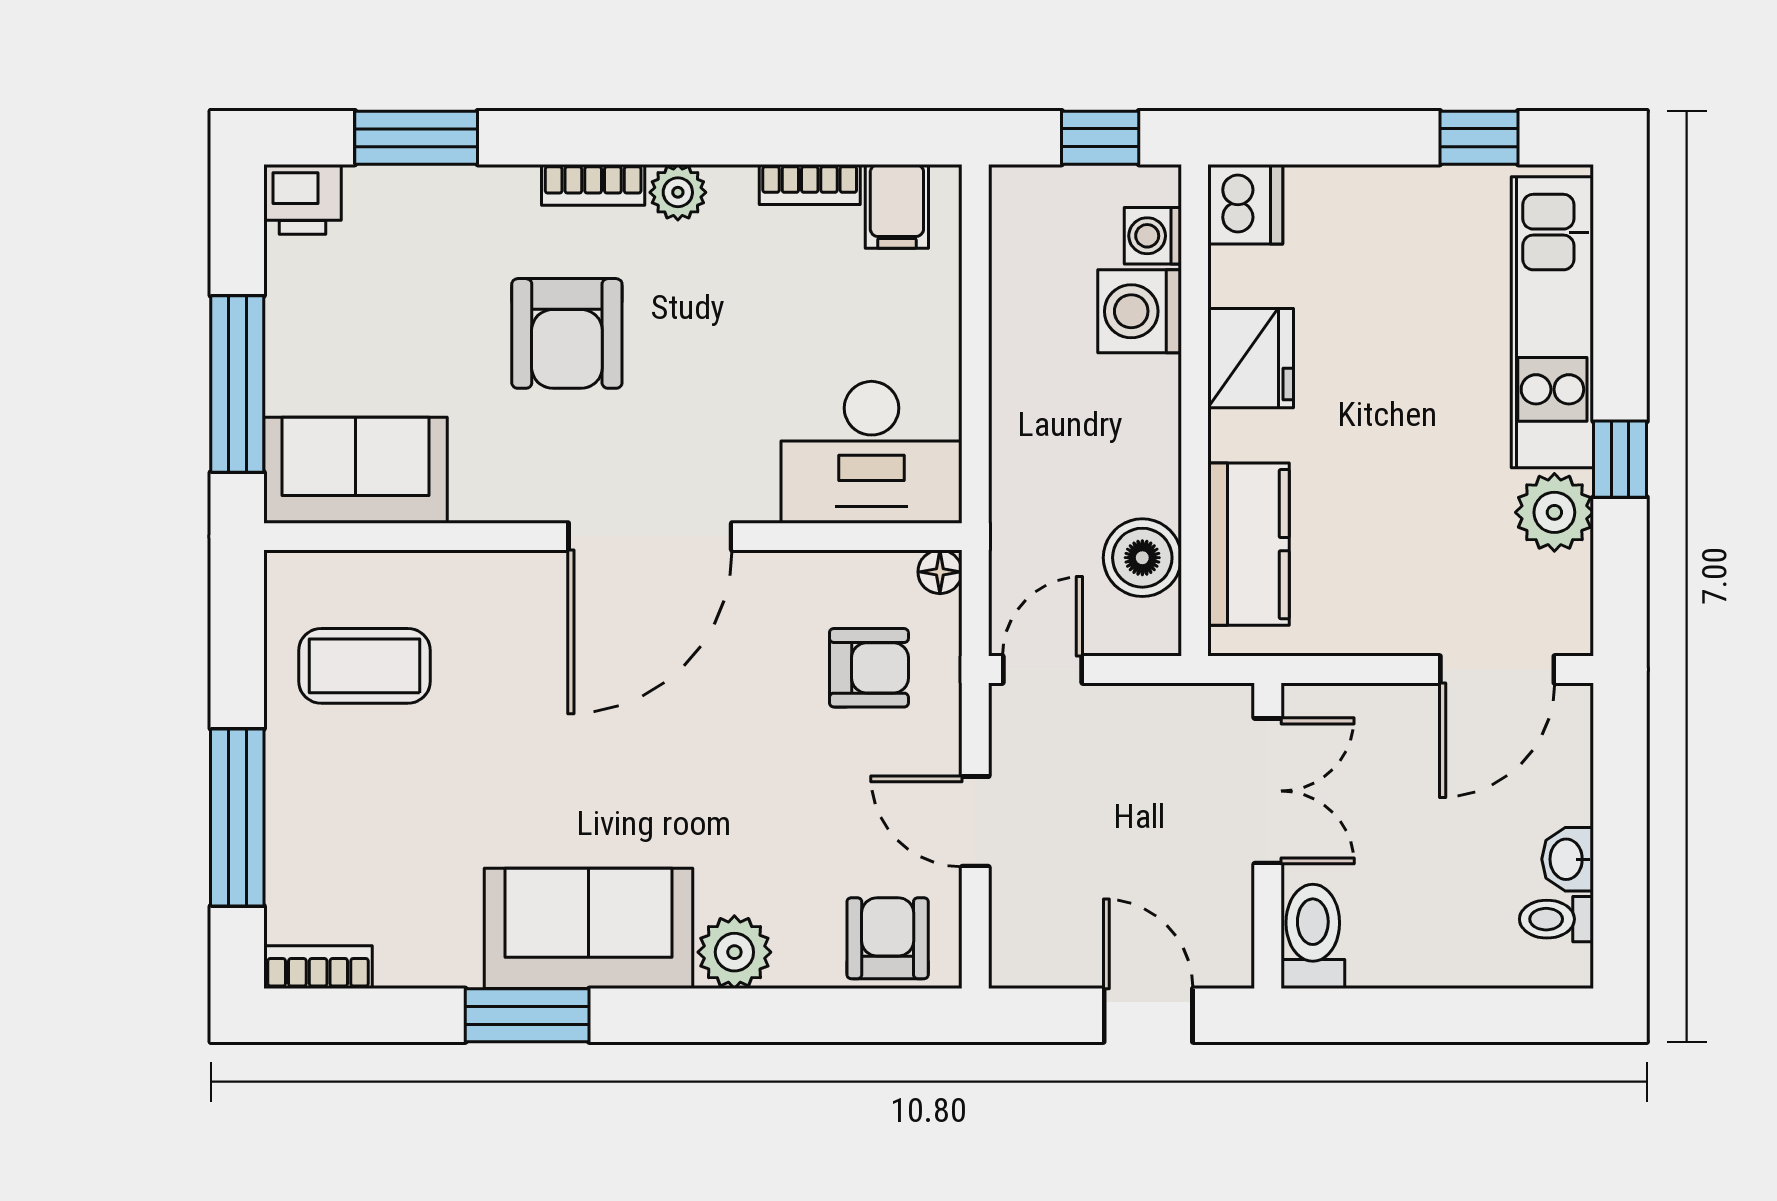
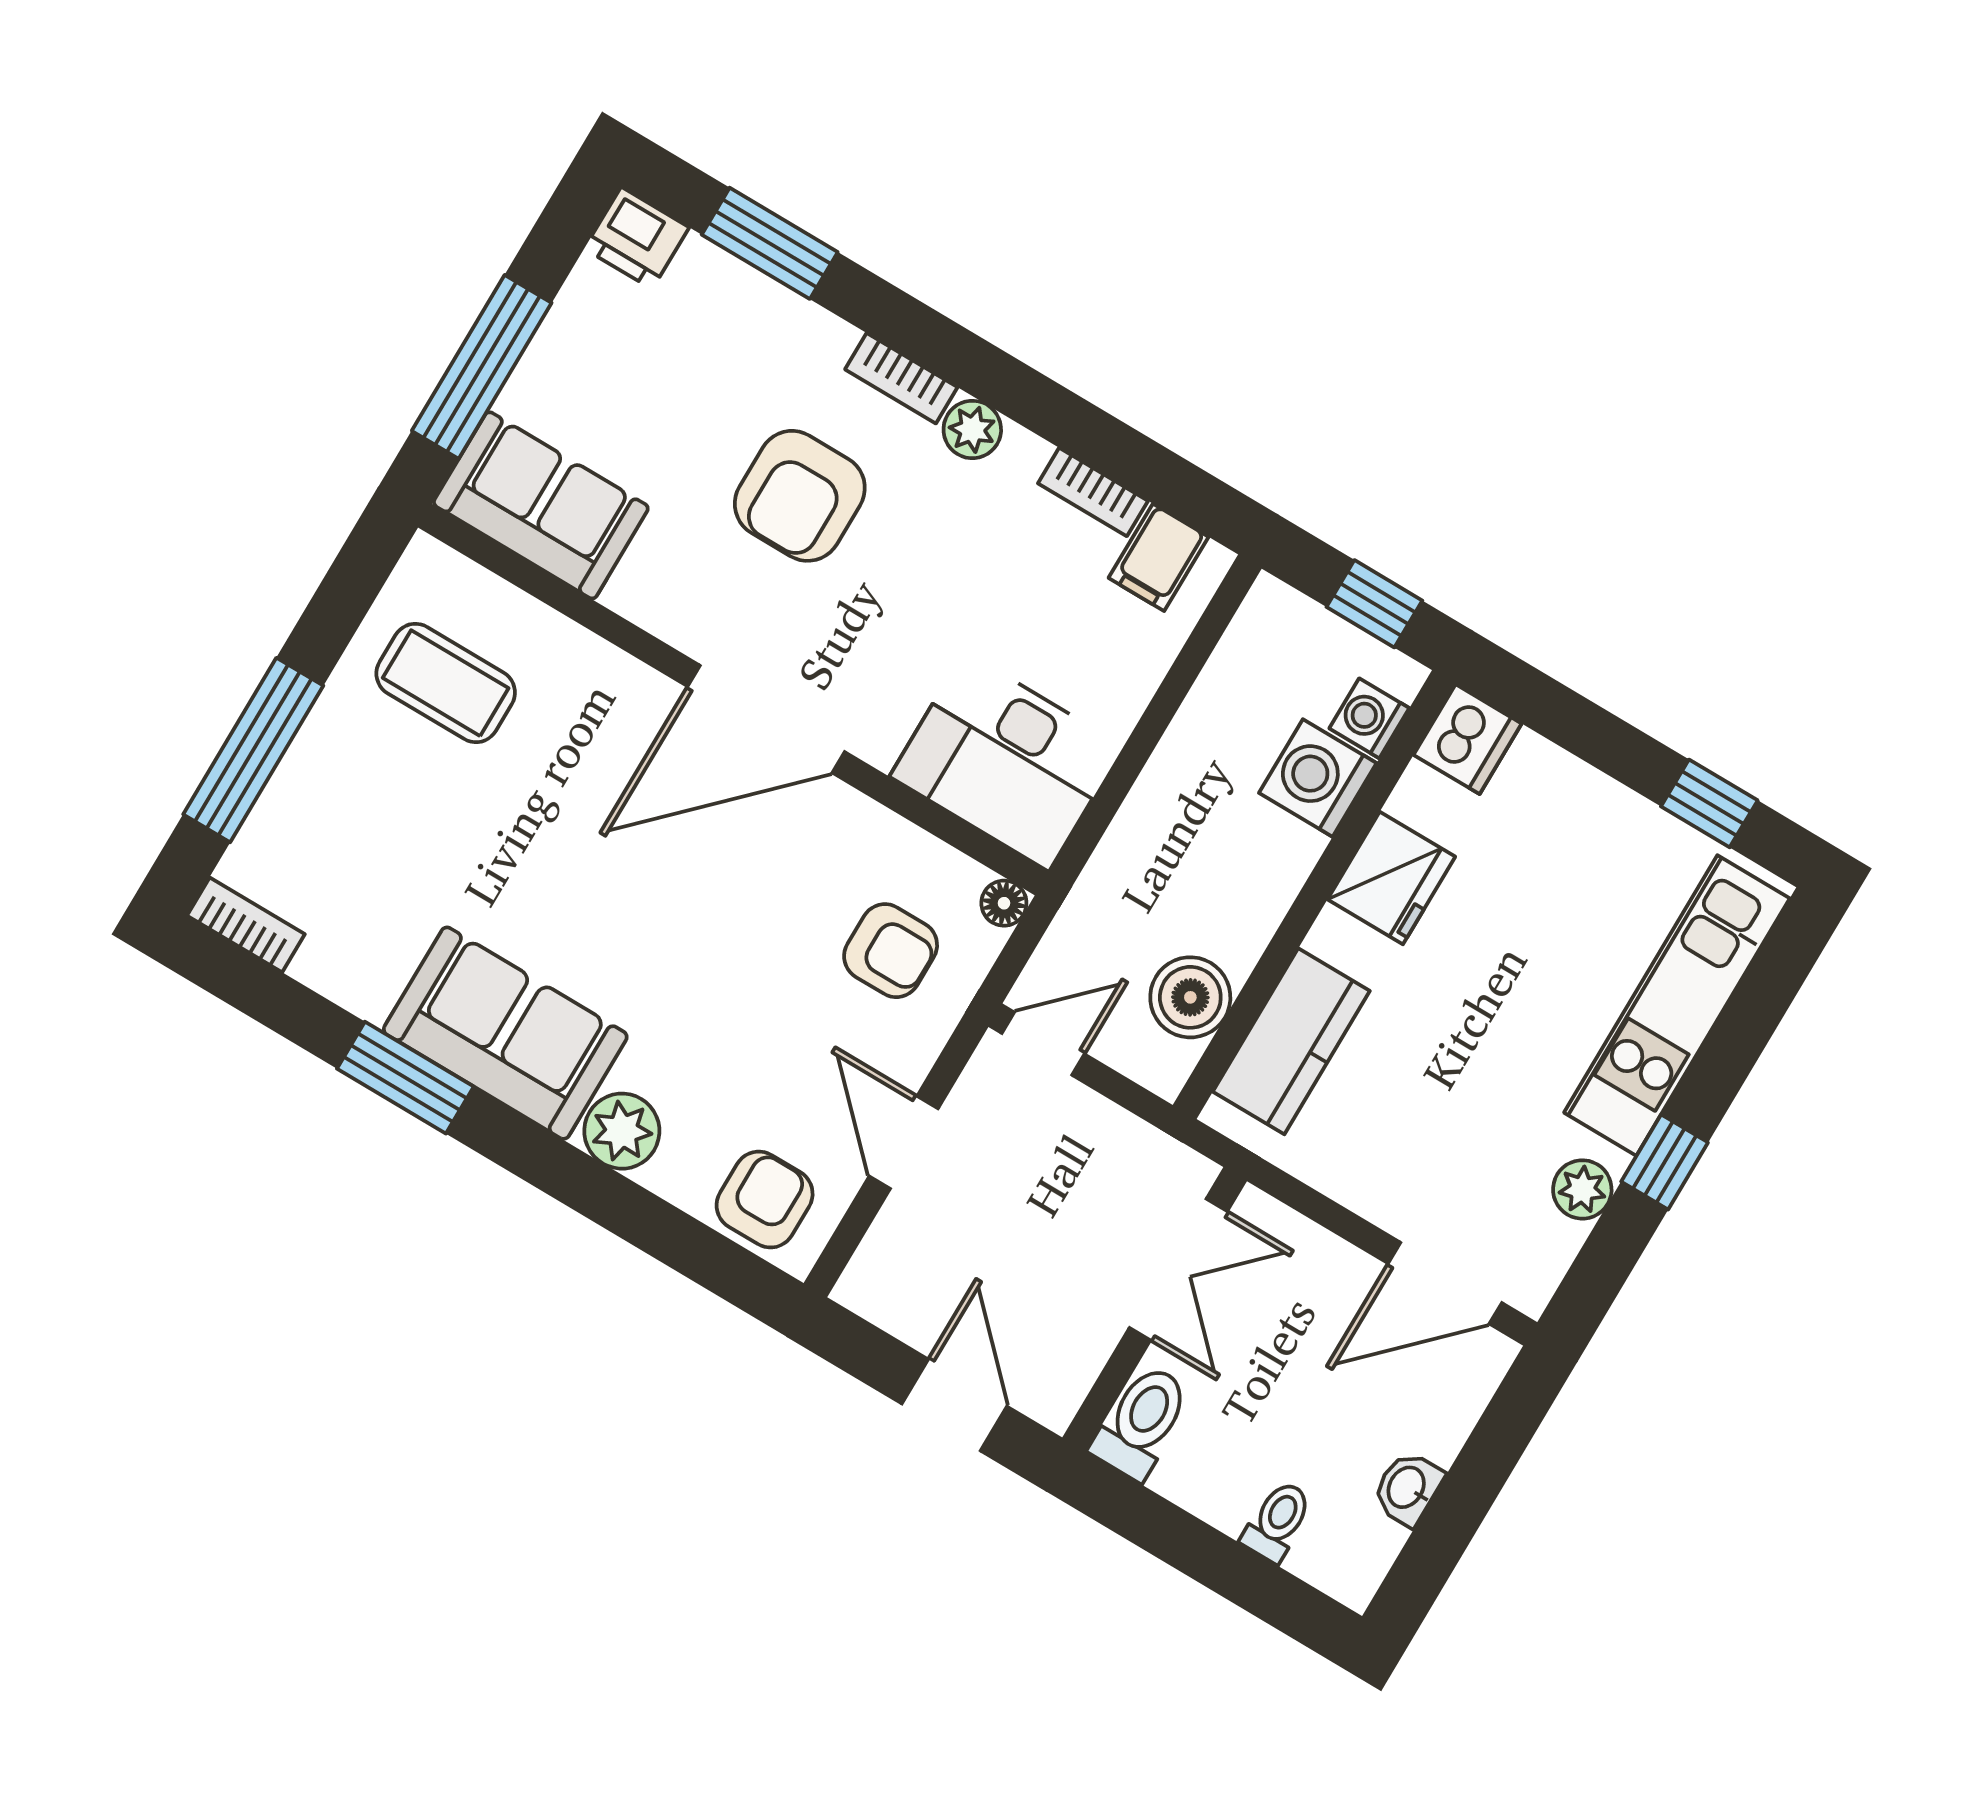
plant: (1554, 512) -> (1582, 1189), width x0.73, depth x0.73
toilet: (1557, 919) -> (1277, 1521), moved, turned 90

